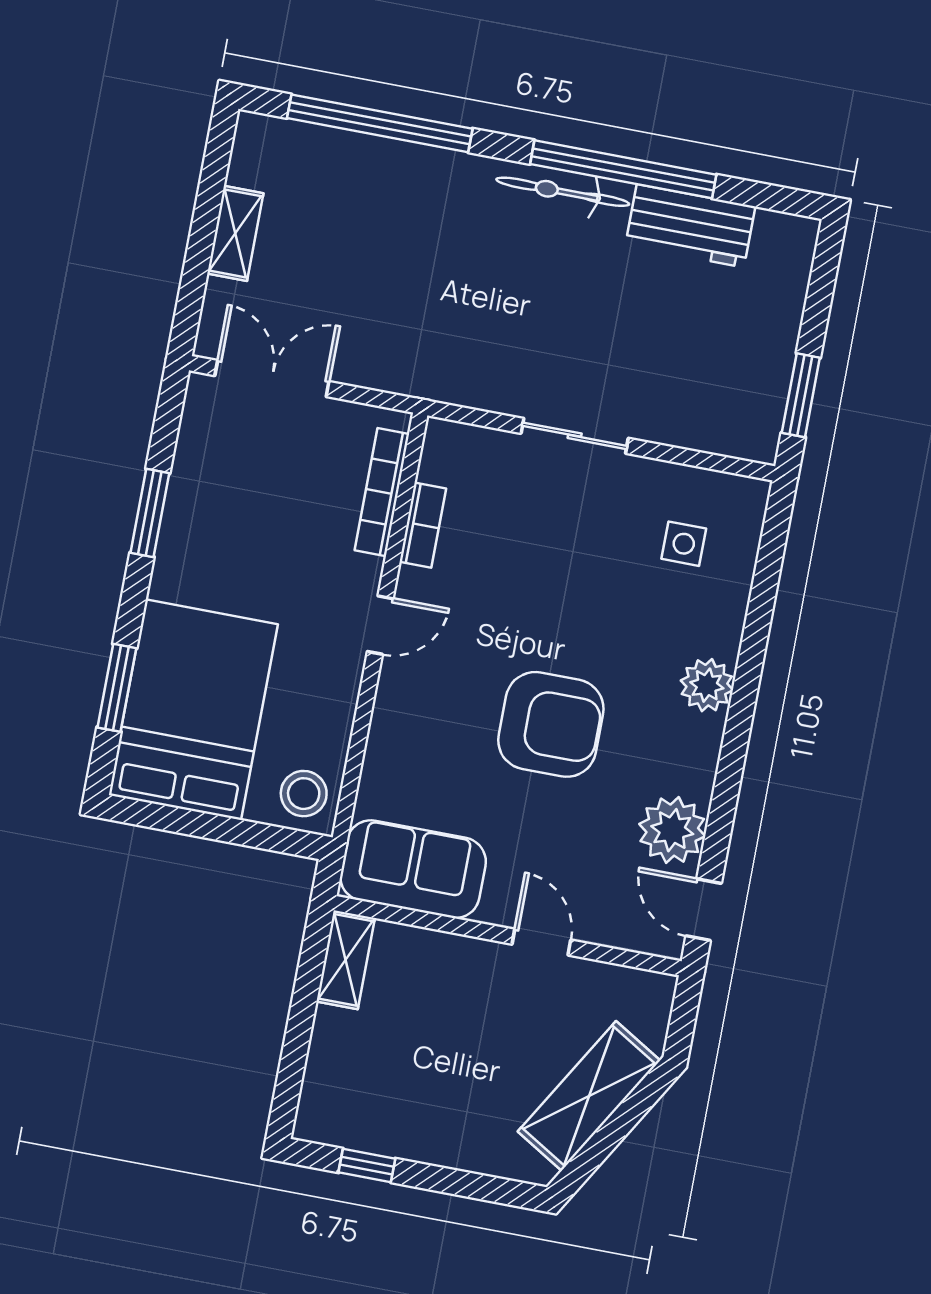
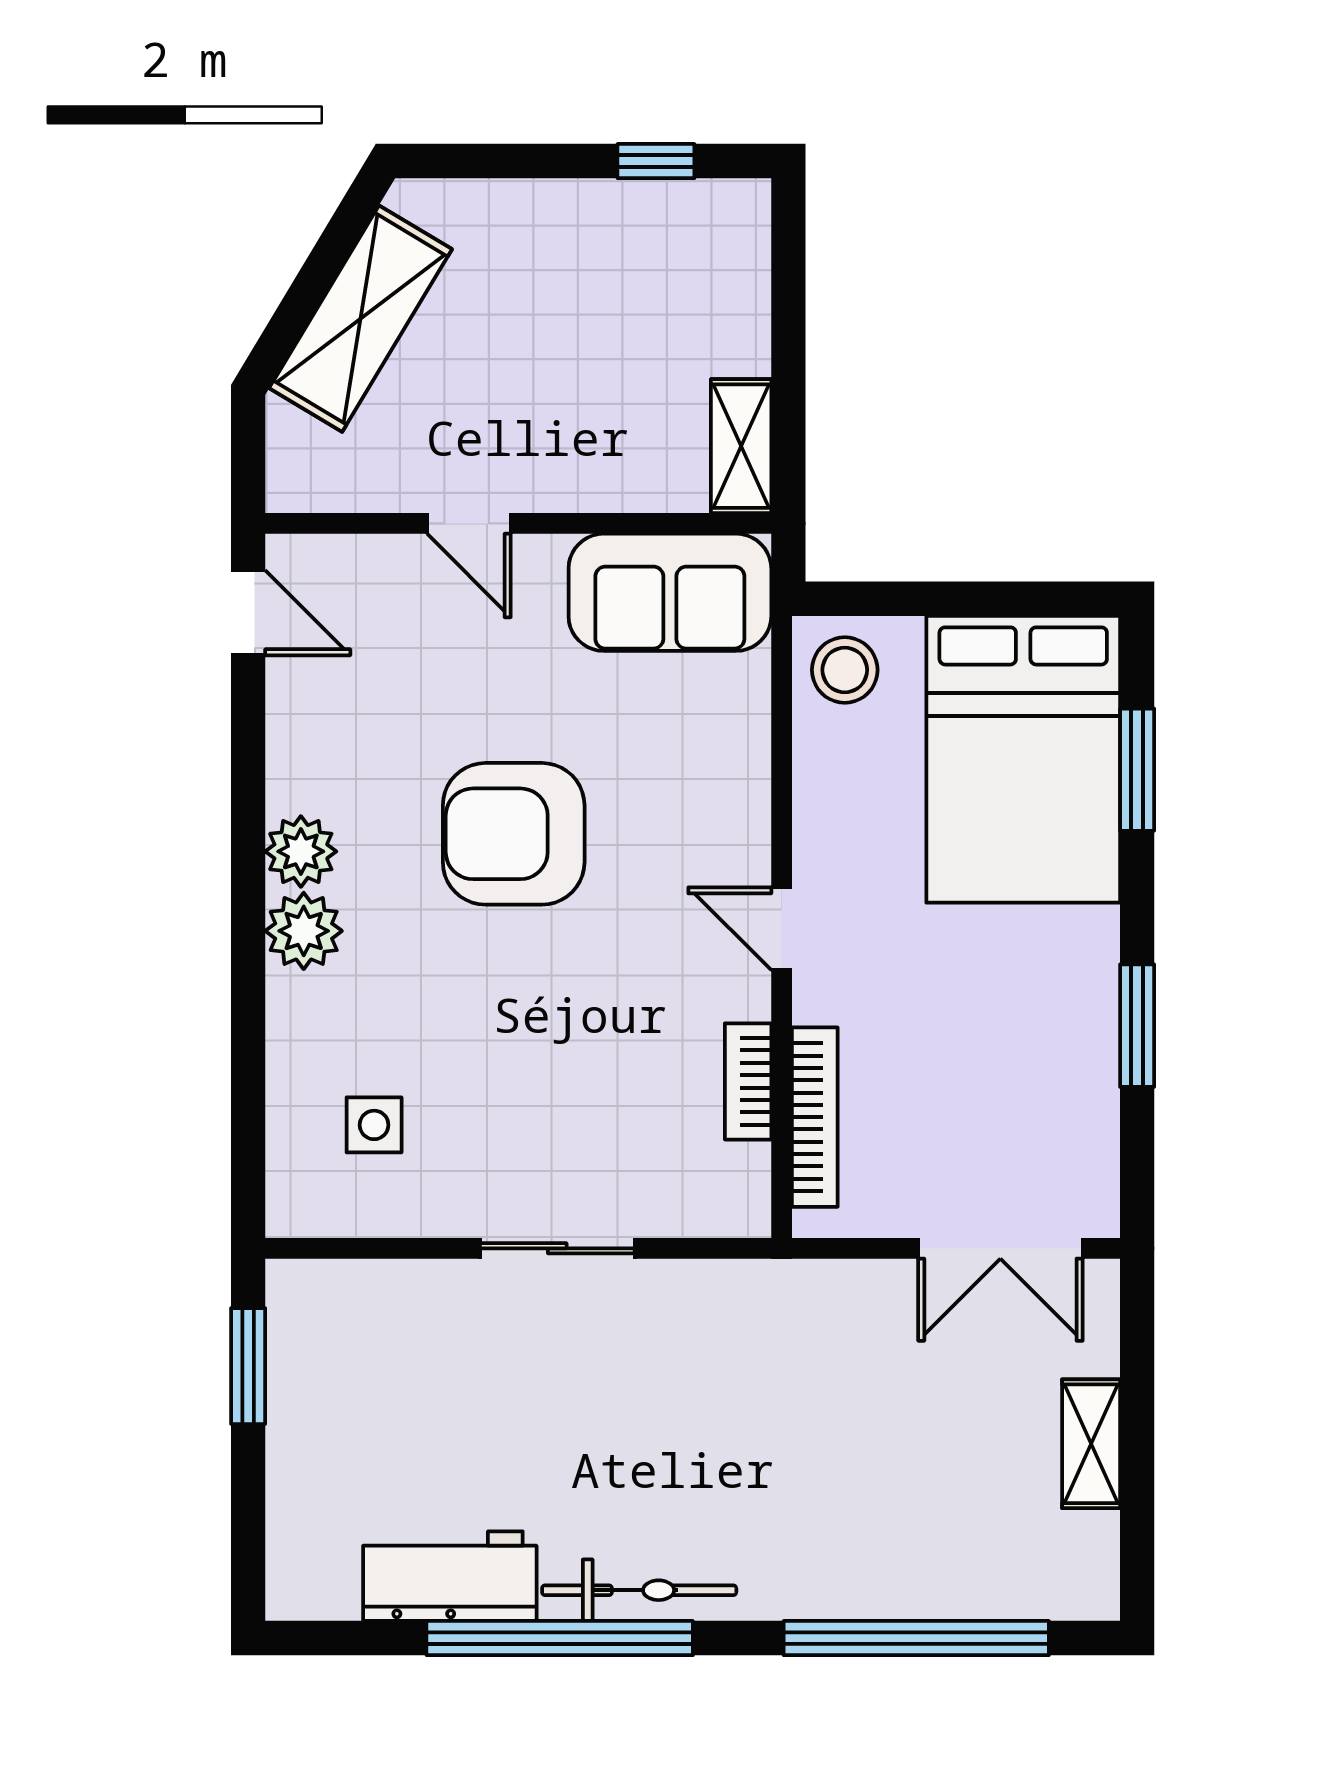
door: (380, 625) -> (782, 929), hinge flipped
plant: (672, 830) -> (301, 851), moved, width x0.73, depth x0.73

